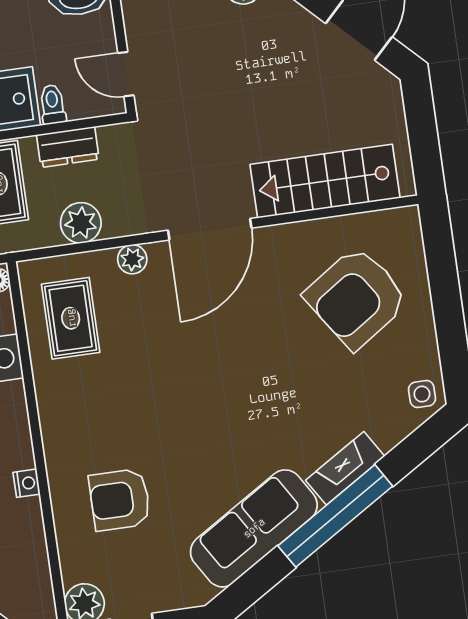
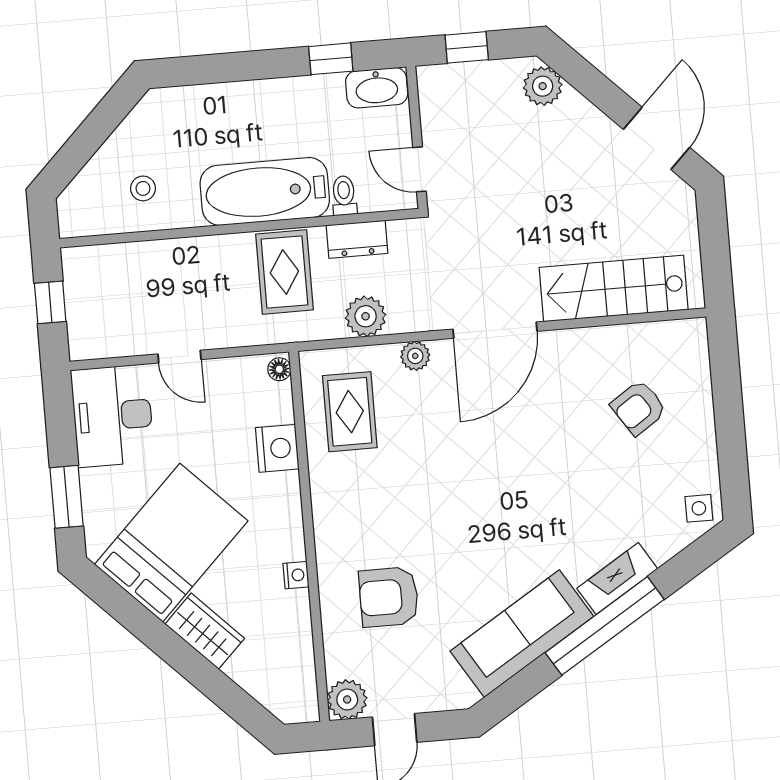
armchair: (356, 298) -> (639, 408), width x0.53, depth x0.53

